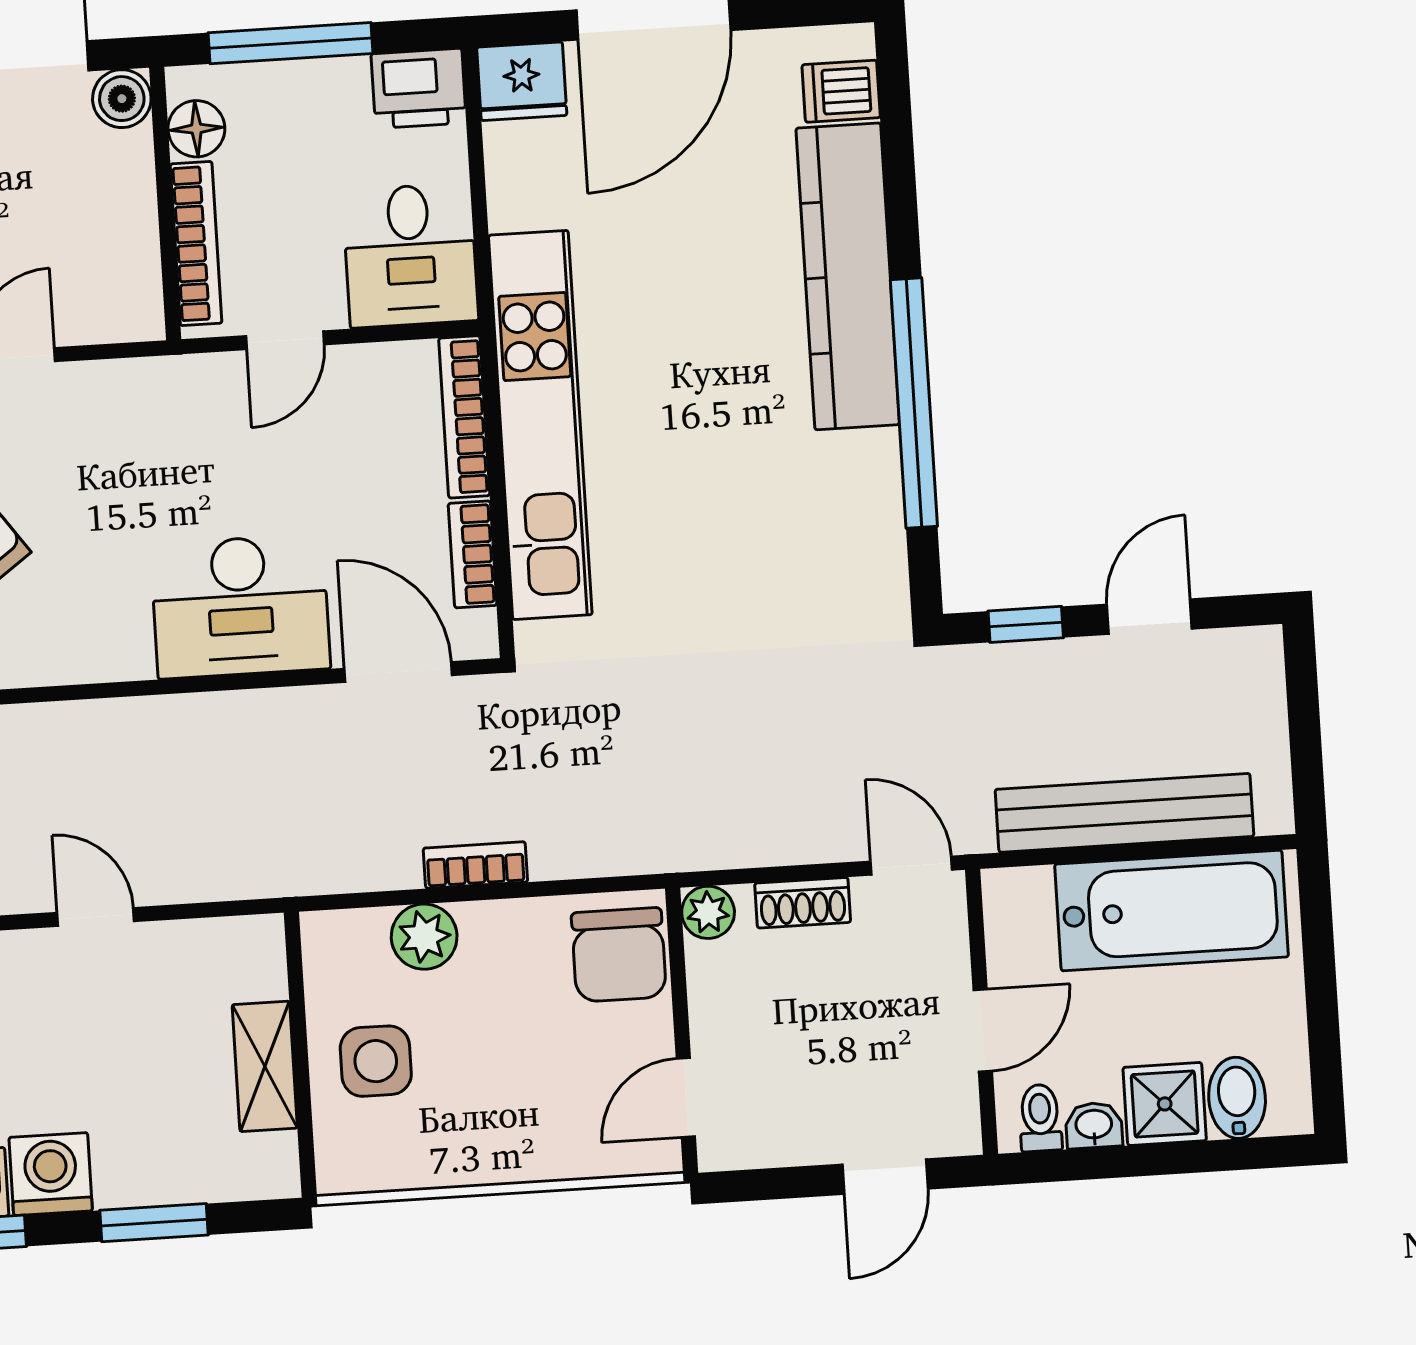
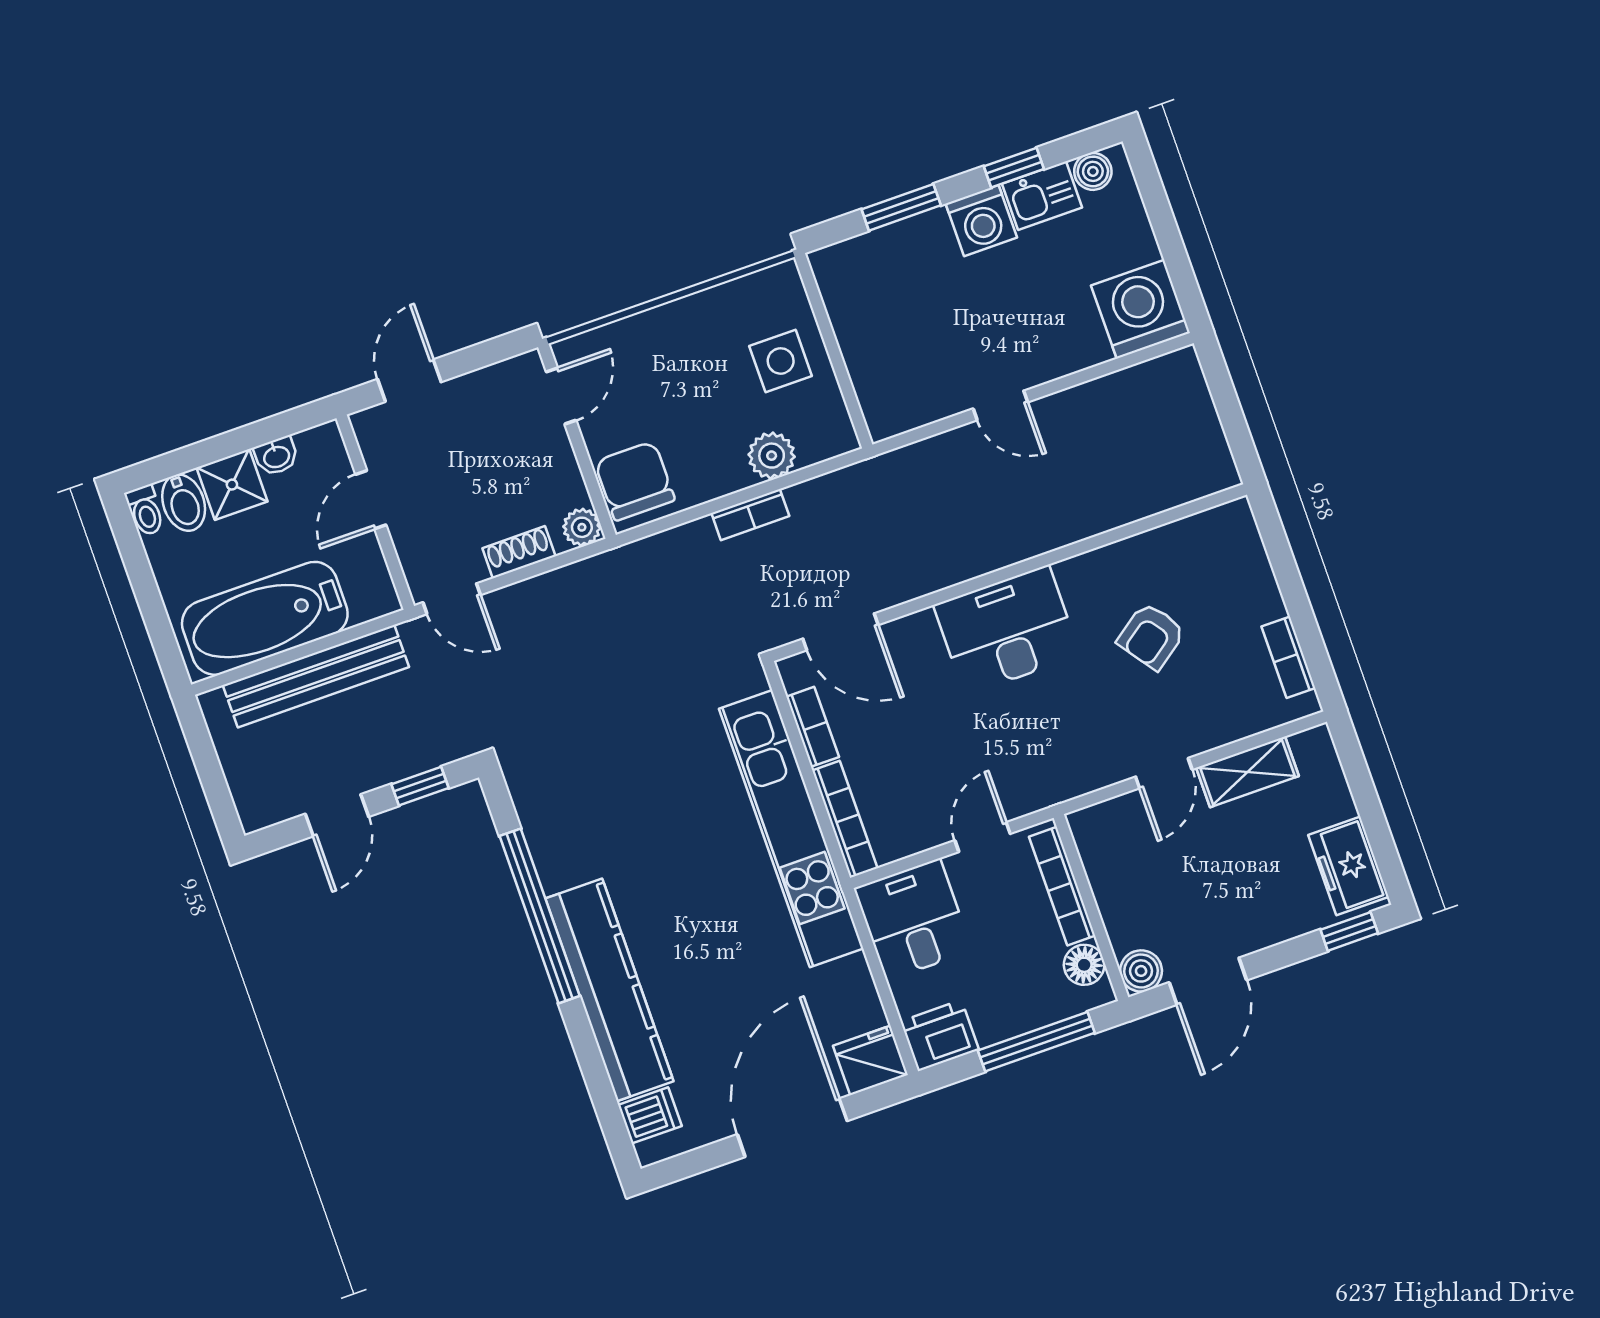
desk: (240, 606) -> (1007, 630), moved
shelving: (265, 1066) -> (856, 336), removed
toilet: (1040, 1118) -> (145, 510), moved

